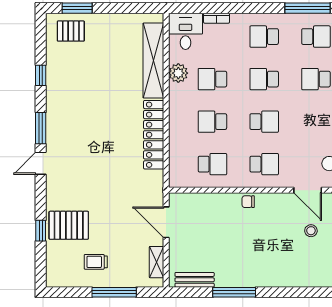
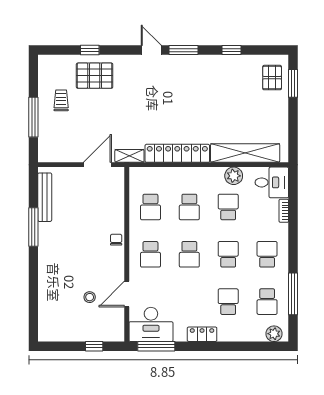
school desk: (212, 122) -> (189, 207), turned 180
pallet: (69, 225) -> (95, 76), turned 90
shelving: (156, 262) -> (129, 156), moved
bench: (195, 280) -> (45, 197), width x1.36

